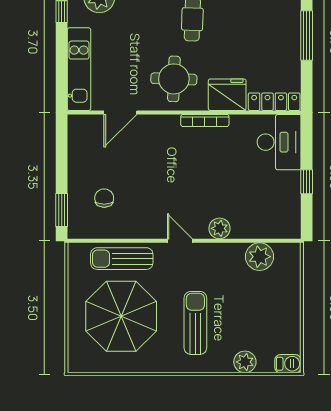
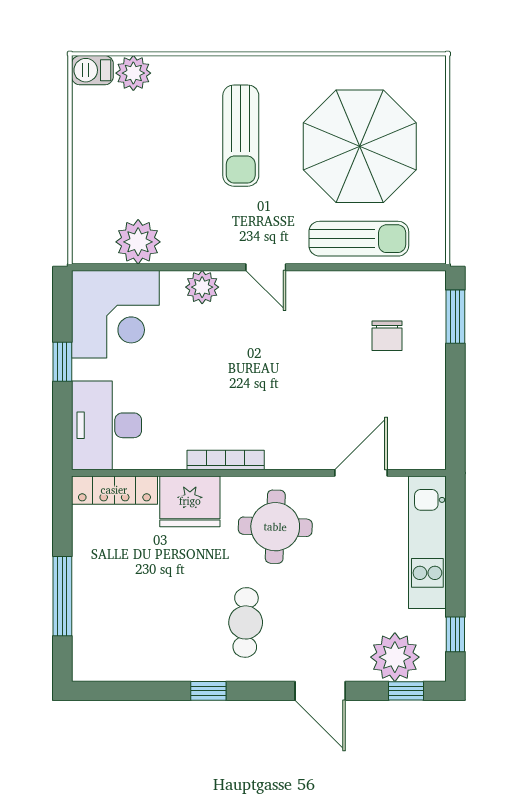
corner desk: (274, 212) -> (115, 314), added
plant: (245, 362) -> (133, 73), moved

